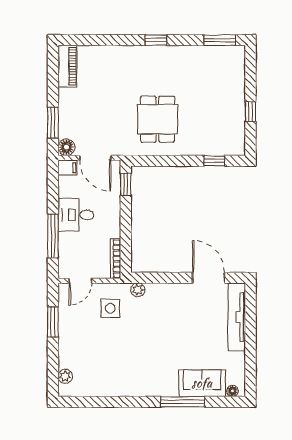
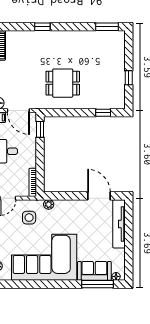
window: (156, 40) -> (42, 27), moved
dining table: (158, 119) -> (63, 83), turned 90
corner sofa: (131, 364) -> (44, 257), added
window: (183, 402) -> (97, 284), moved

